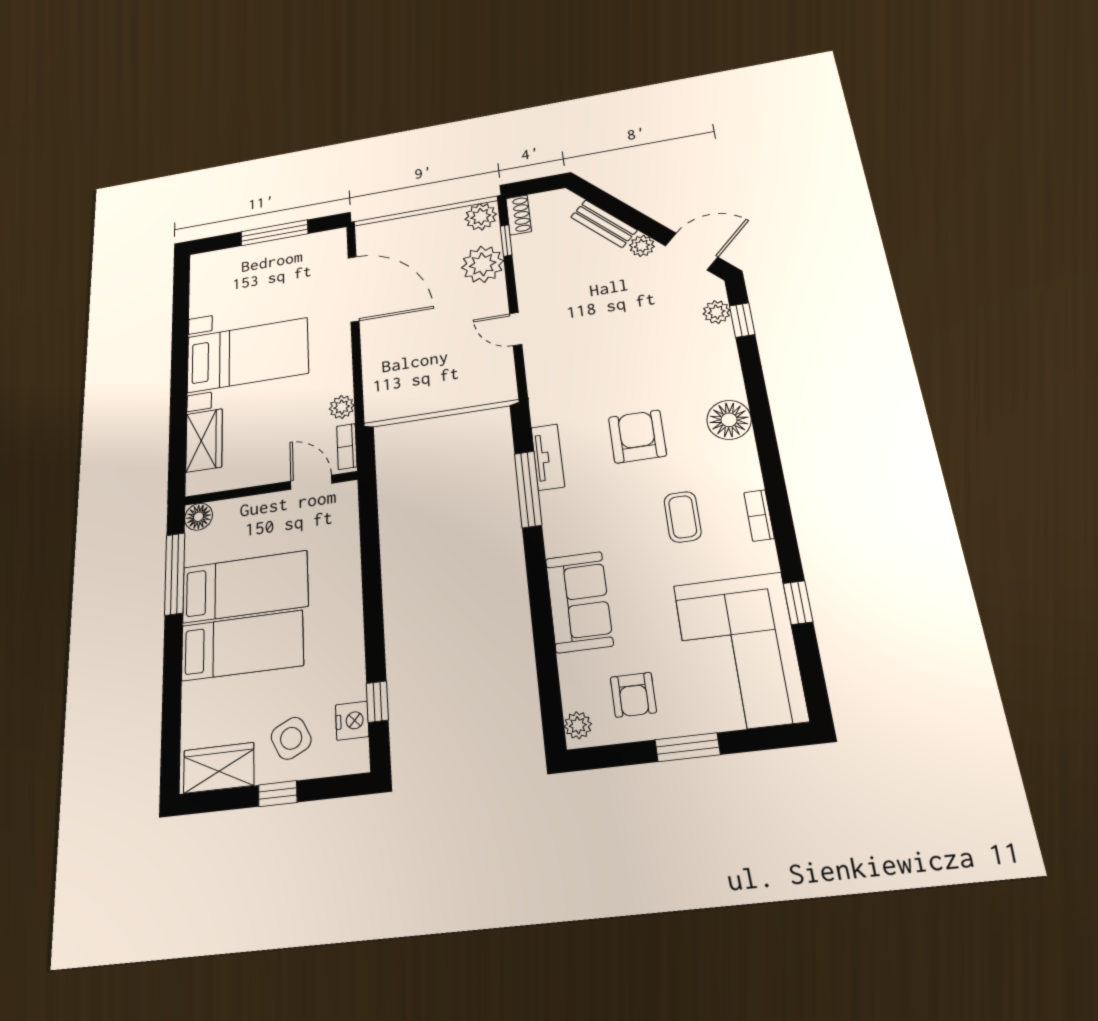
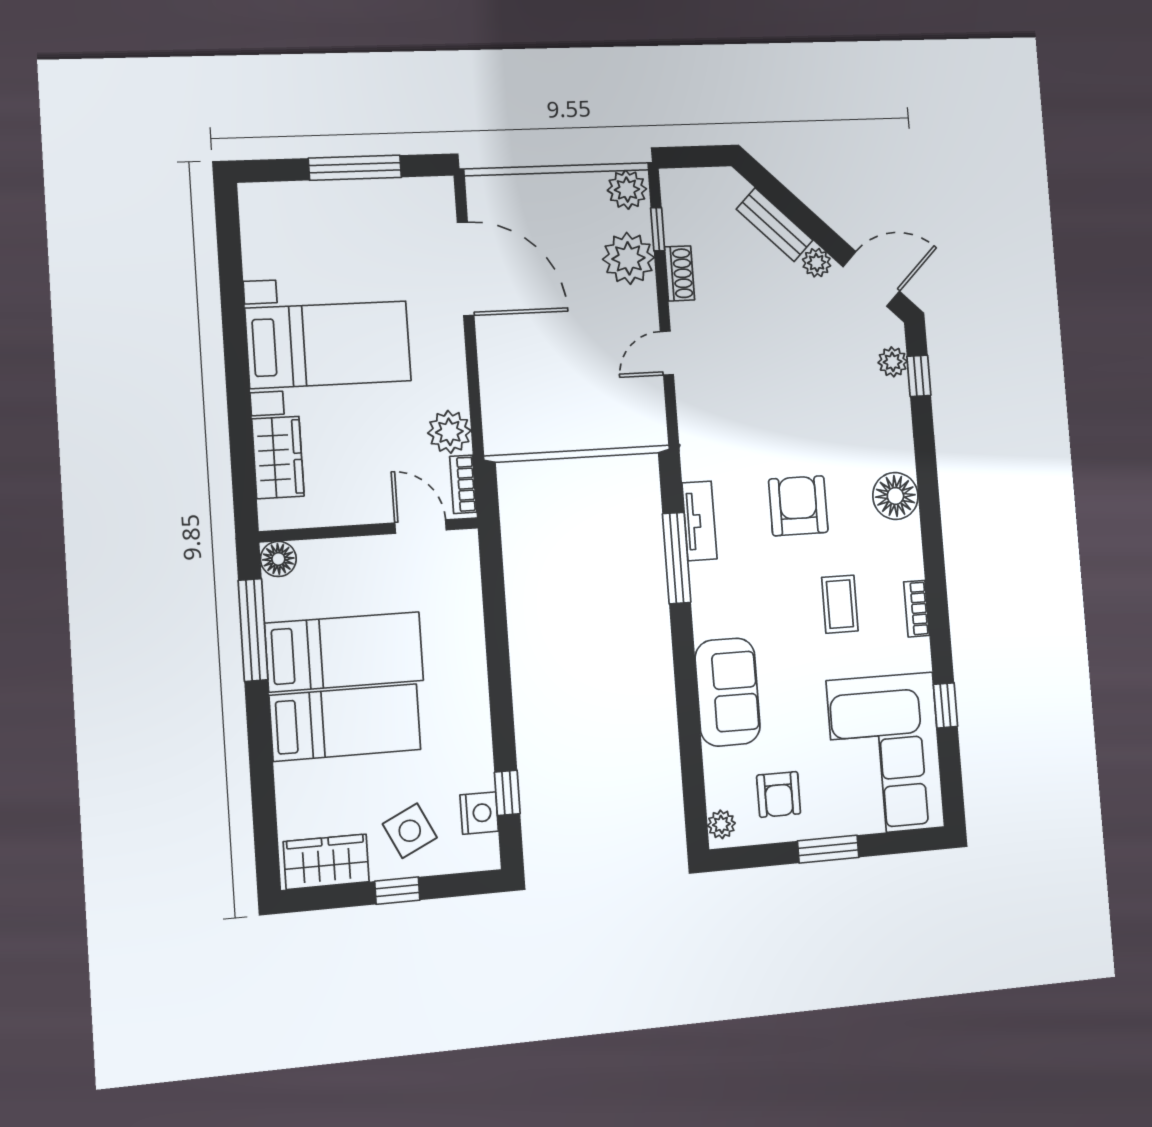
shoe rack: (519, 215) -> (680, 273), moved
door: (516, 329) -> (667, 353), hinge flipped
plant: (342, 407) -> (449, 432), width x1.38, depth x1.38

